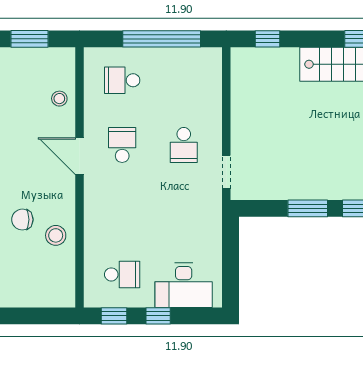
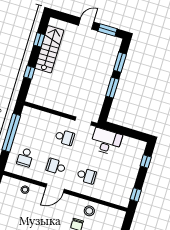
window: (267, 39) -> (29, 72), moved
school desk: (122, 274) -> (87, 176), moved, turned 90
desk: (184, 285) -> (106, 142), moved, turned -90
window: (158, 316) -> (146, 161), moved

